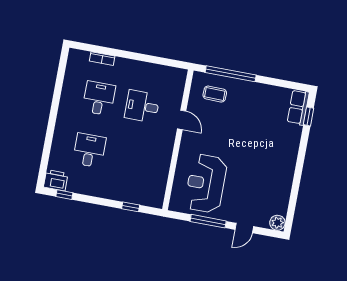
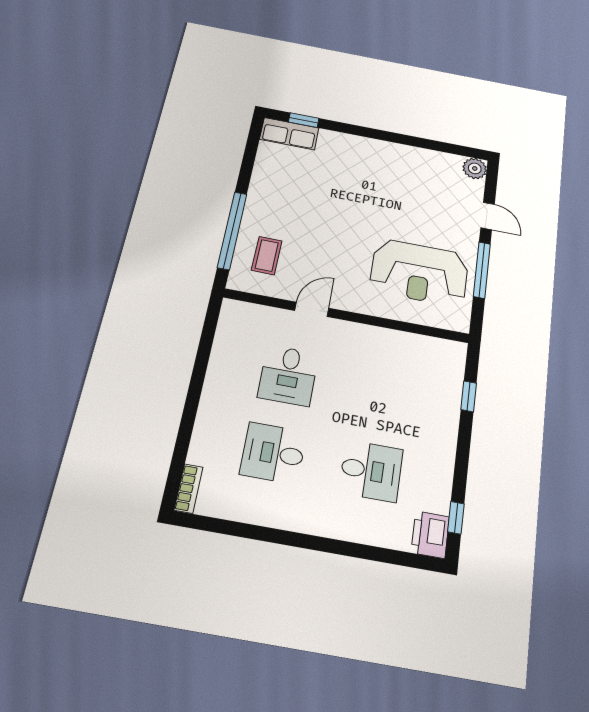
bookcase: (102, 59) -> (189, 489), moved
desk: (89, 150) -> (371, 471), turned 180

